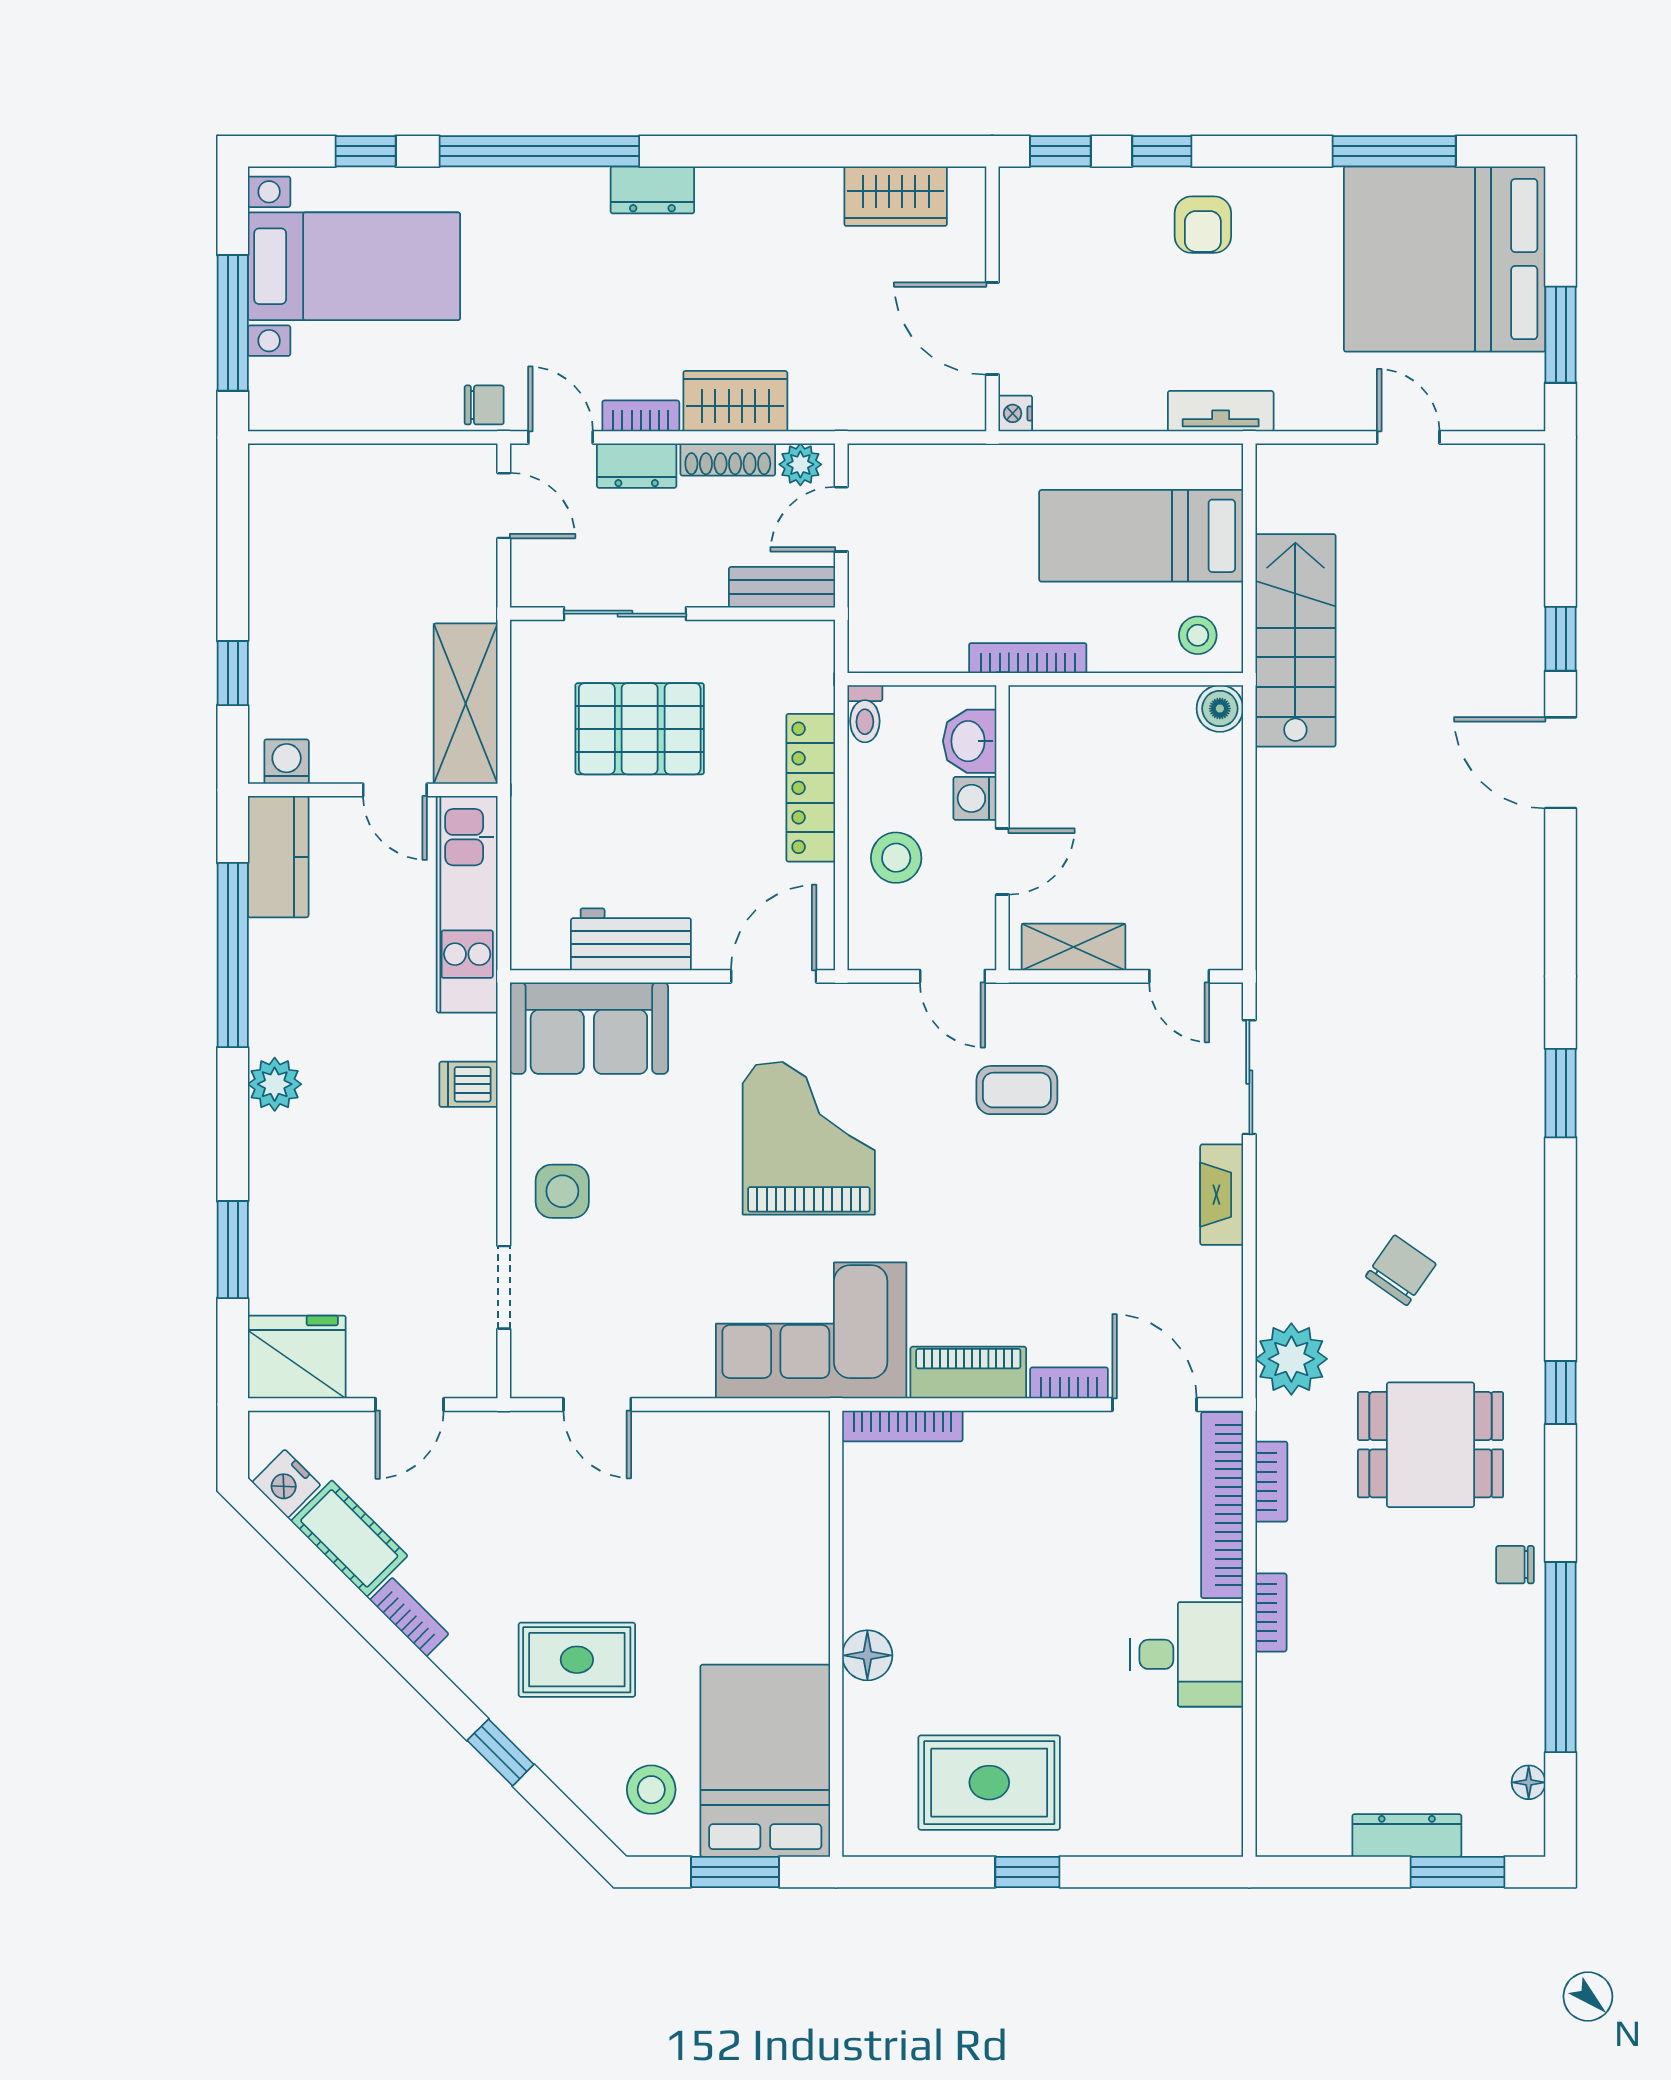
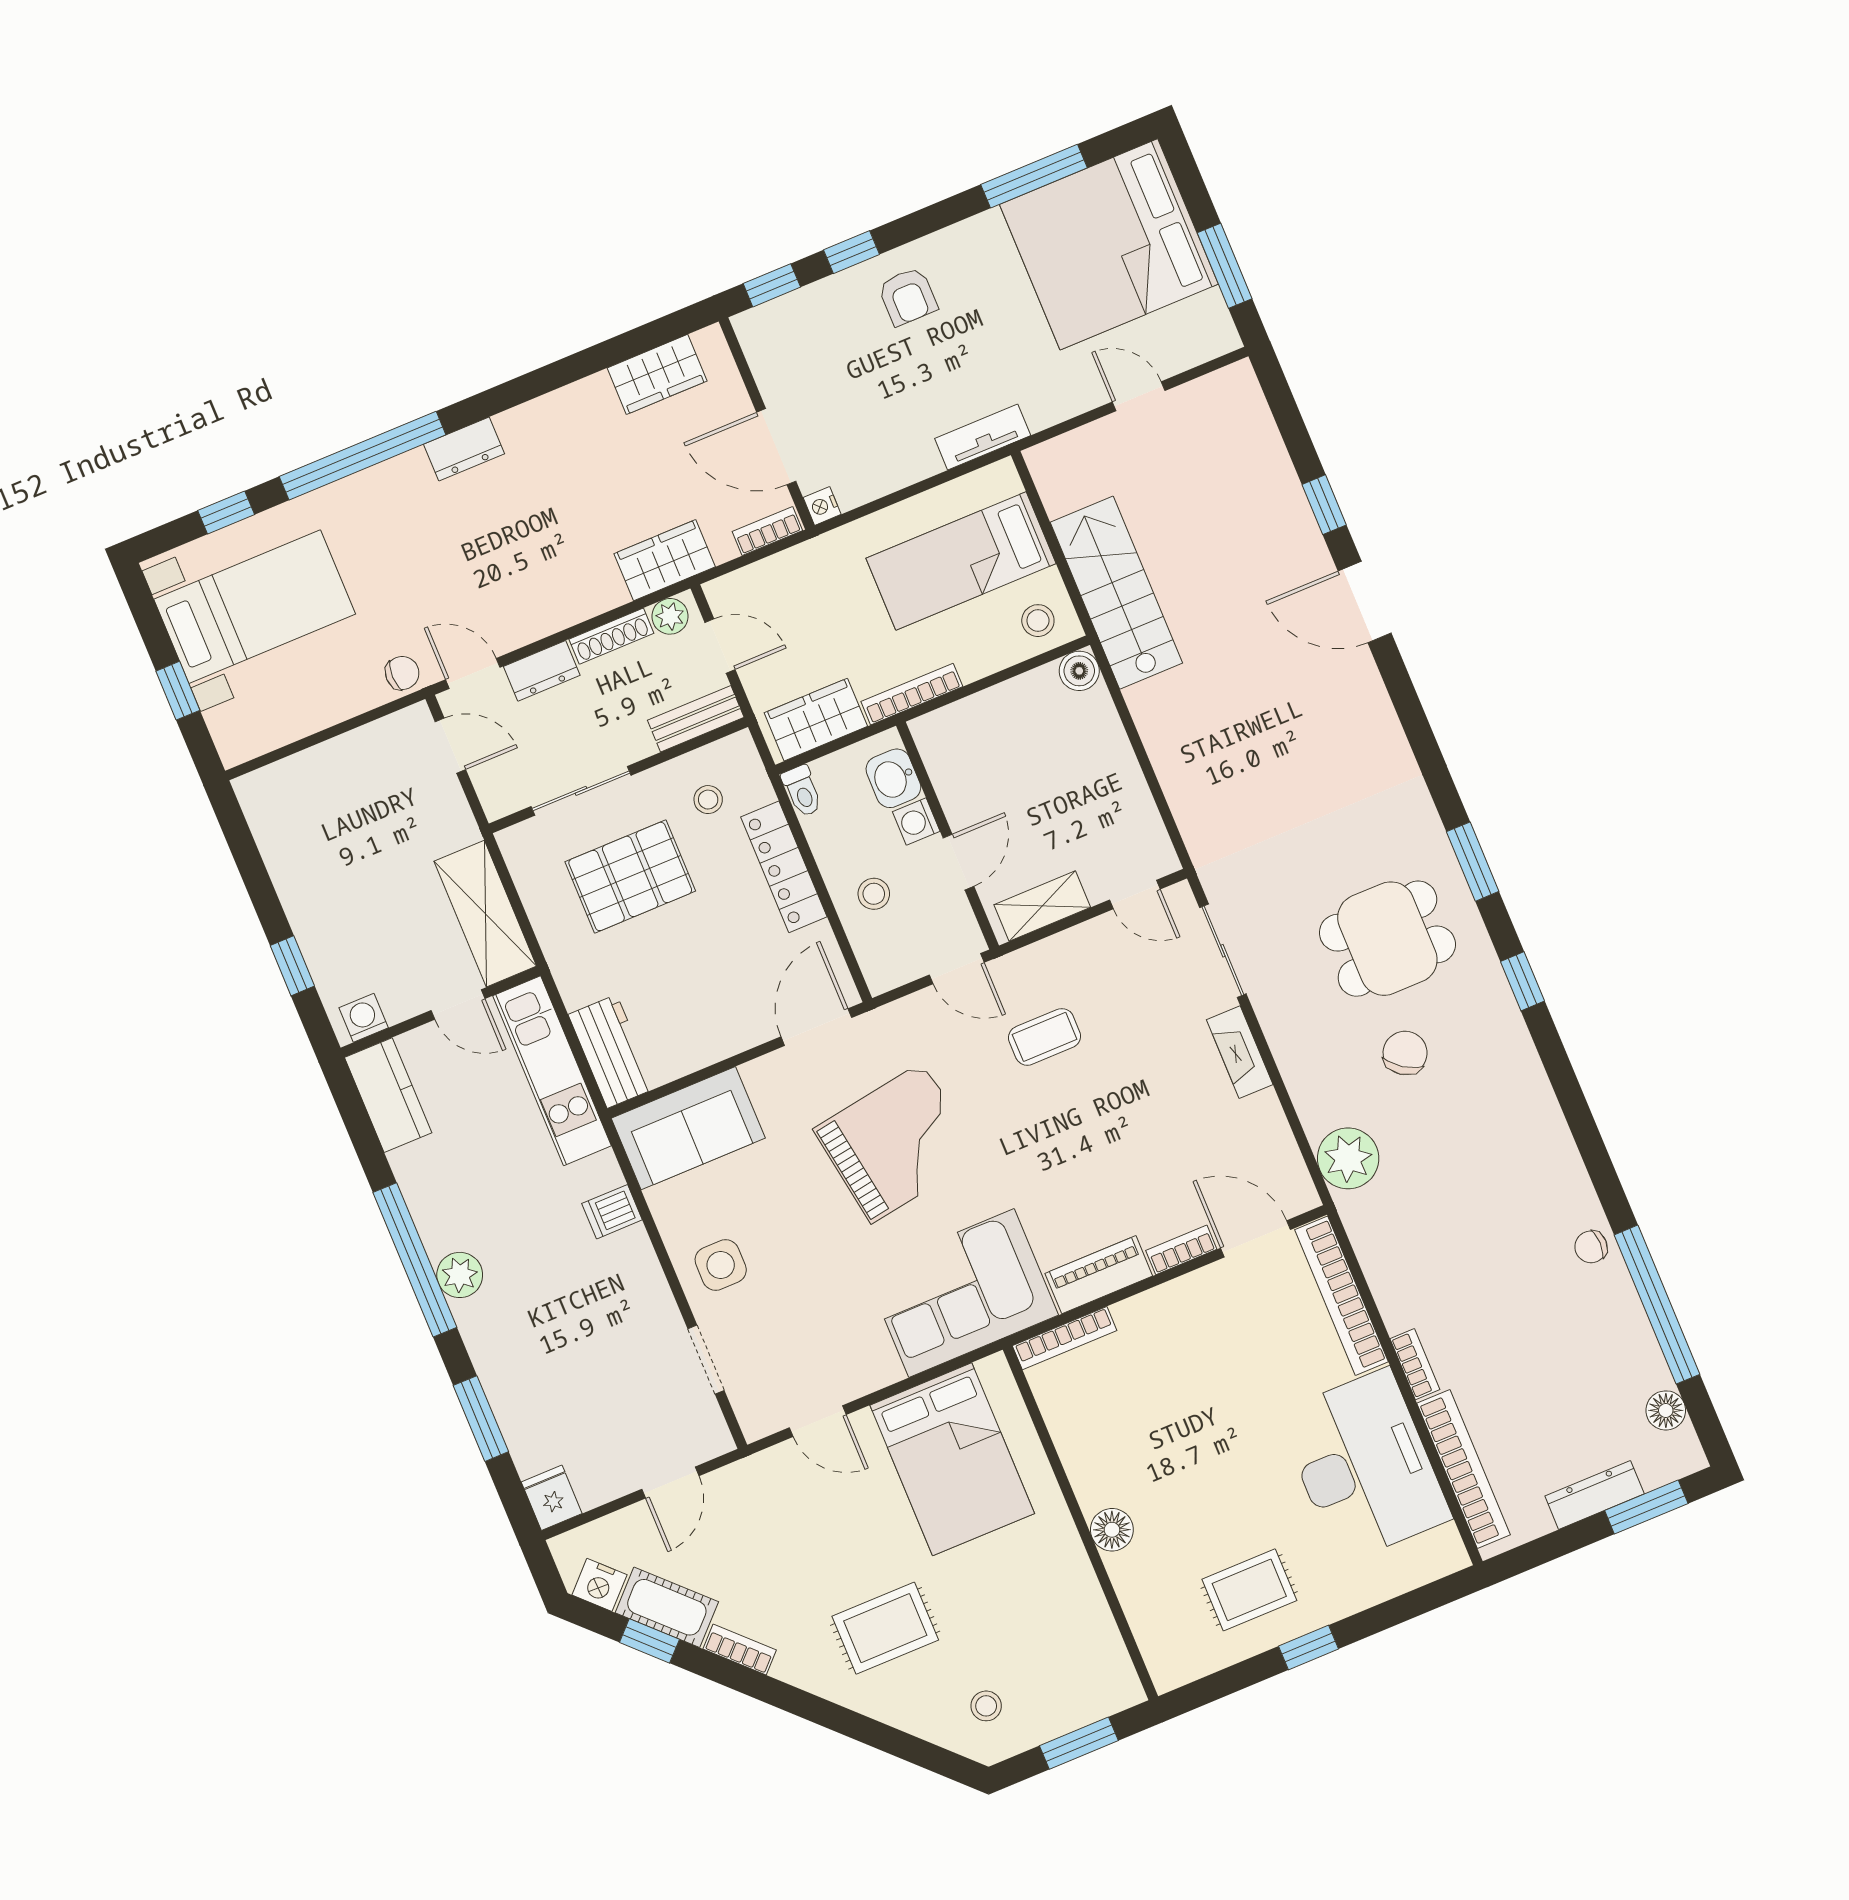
window: (233, 323) -> (178, 691), width x0.46
wardrobe: (735, 401) -> (665, 560), moved
bookcase: (641, 416) -> (767, 531), moved
door: (841, 519) -> (720, 646), swing flipped
wardrobe: (912, 642) -> (816, 720), added
stool: (759, 681) -> (708, 800), added
stool: (896, 858) -> (874, 894), width x0.73, depth x0.73
workbench: (631, 939) -> (612, 1051), moved, turned 90
window: (233, 955) -> (415, 1260), moved
grand piano: (809, 1138) -> (897, 1143), turned 81
fridge: (297, 1357) -> (552, 1498), width x0.53, depth x0.75
window: (1561, 1393) -> (1522, 981), moved
dining table: (1431, 1445) -> (1387, 939), moved
bookcase: (1271, 1482) -> (1464, 1469), moved, width x2.31, depth x1.31
desk: (1187, 1654) -> (1364, 1466), width x1.87, depth x1.30
window: (501, 1752) -> (649, 1641), moved
bed: (765, 1761) -> (952, 1459), moved, turned 180
floor lamp: (1529, 1782) -> (1666, 1410), width x1.37, depth x1.37
rug: (989, 1783) -> (1249, 1590), width x0.73, depth x0.70
stool: (651, 1790) -> (986, 1706), width x0.73, depth x0.73

